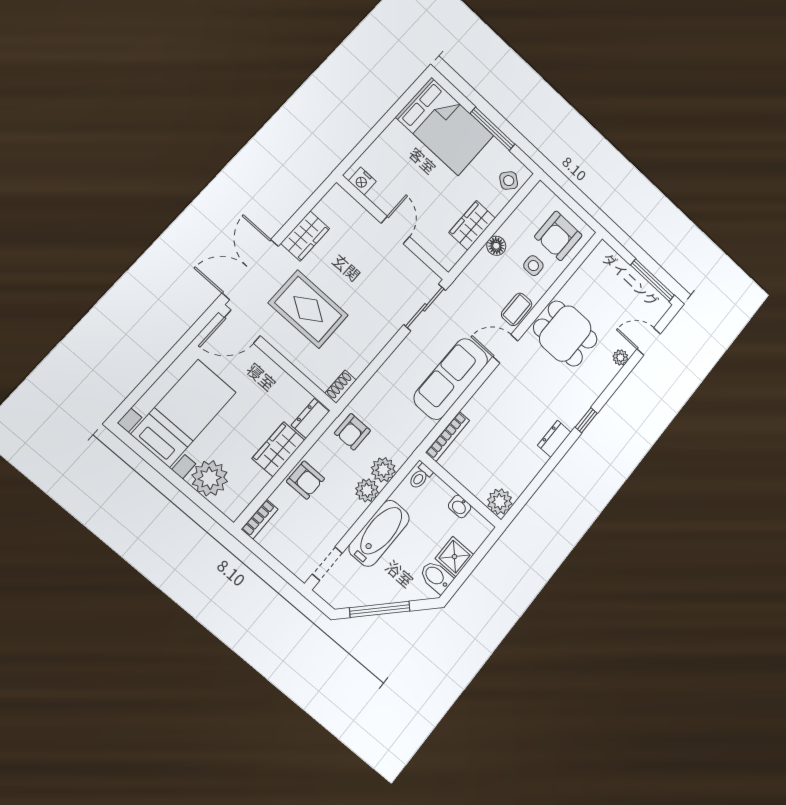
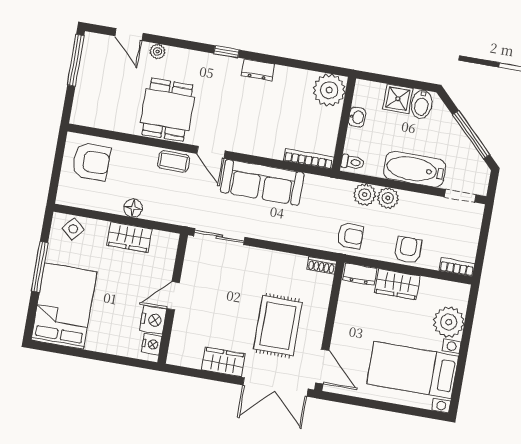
nightstand: (384, 197) -> (153, 320), added
side table: (533, 266) -> (129, 168), removed
plant: (500, 502) -> (329, 90), width x1.36, depth x1.36

